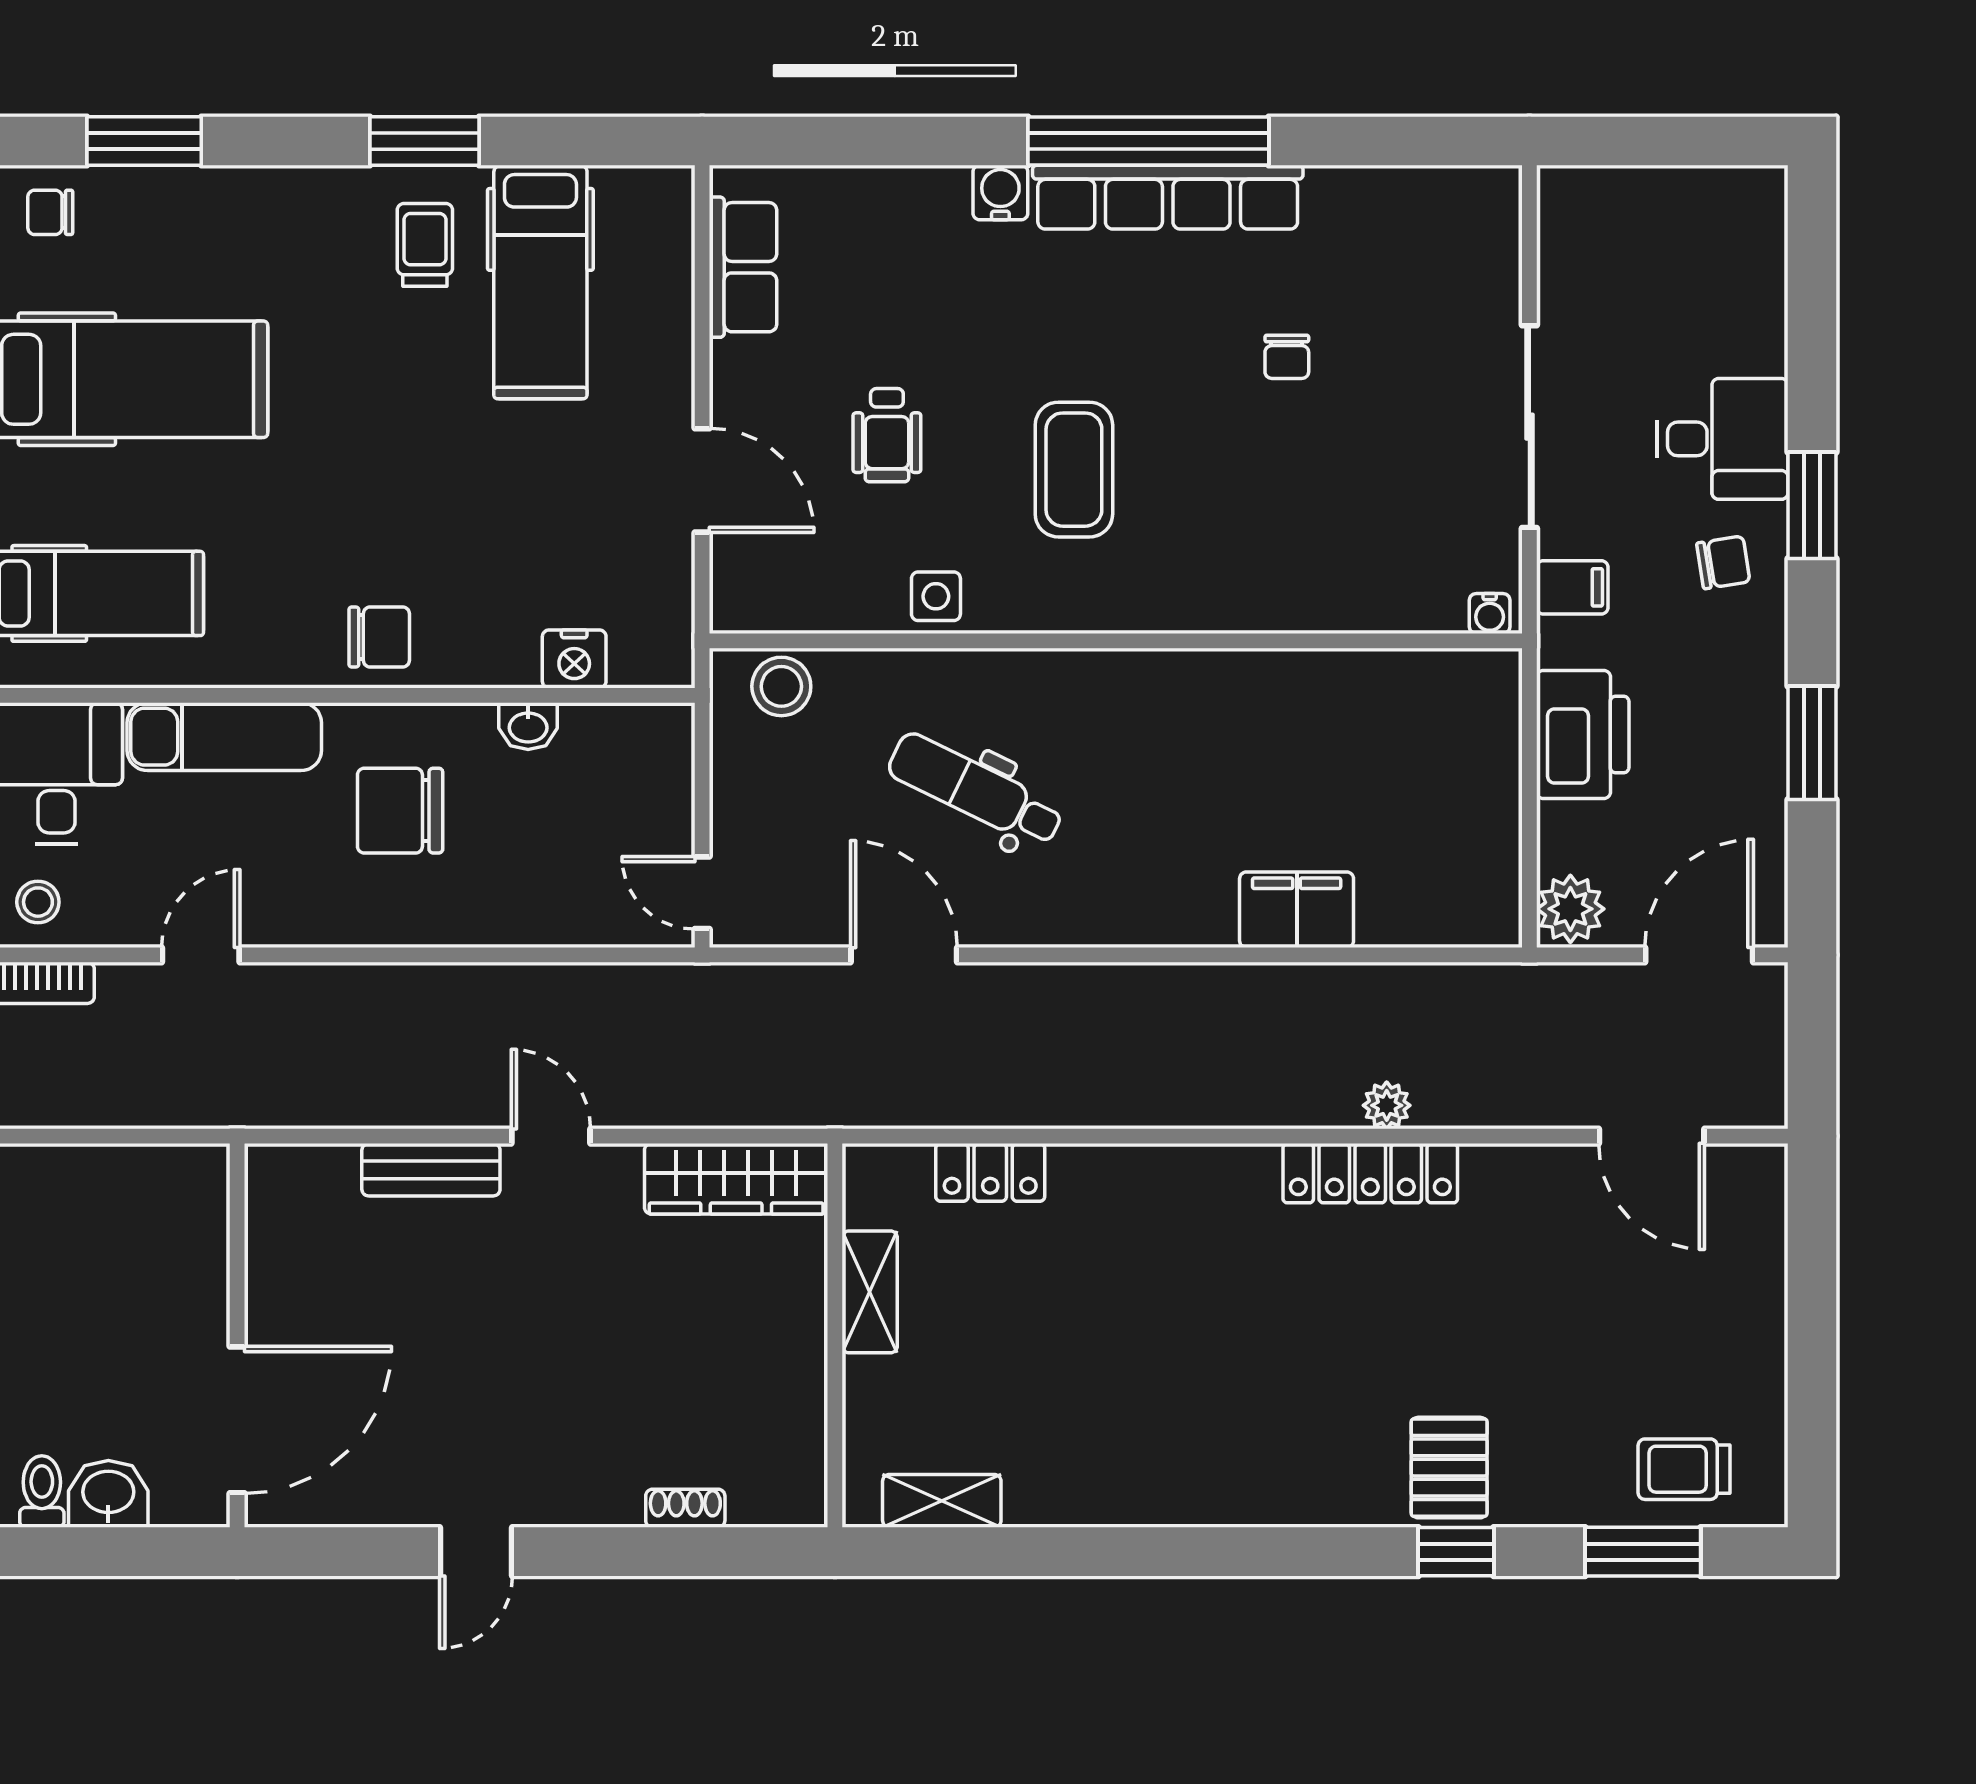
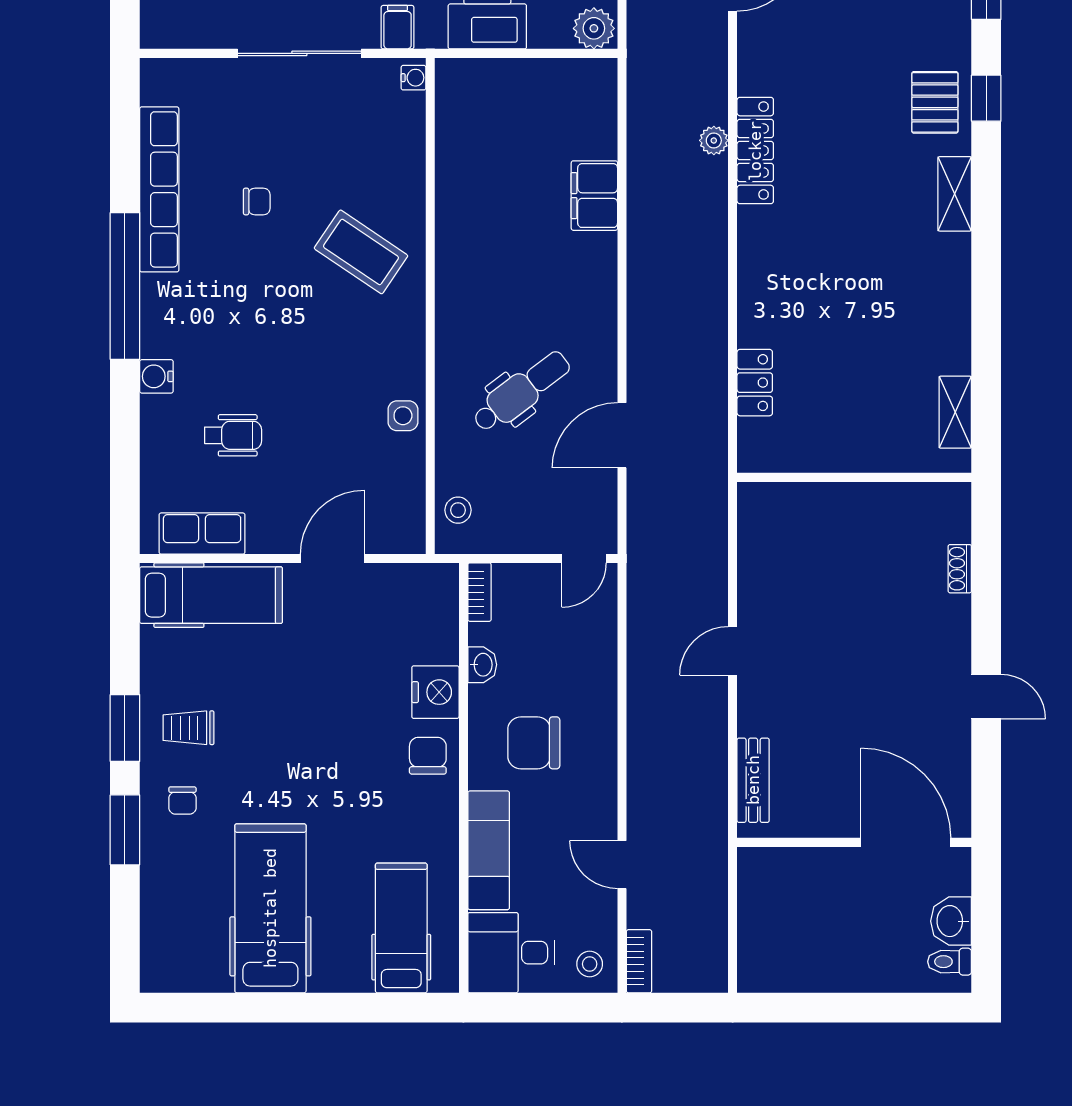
window: (144, 141) -> (125, 830), moved
row of seats: (1168, 197) -> (159, 189), moved
chair: (50, 212) -> (182, 801), moved
hospital bed: (540, 282) -> (211, 595), moved
wheelchair: (887, 435) -> (233, 435), moved
coffee table: (1074, 470) -> (361, 252), moved, turned 34
nightstand: (574, 659) -> (435, 692), moved, width x1.36, depth x1.33
stool: (781, 686) -> (458, 510), width x0.73, depth x0.73
bookcase: (647, 722) -> (480, 592), added
dental chair: (976, 790) -> (521, 392), turned -153
chair: (400, 811) -> (534, 743), turned 90
bench: (431, 1170) -> (753, 780), moved
wardrobe: (736, 1179) -> (759, 538), removed
shelving: (870, 1292) -> (955, 194), moved, turned 90
pallet: (1449, 1468) -> (935, 102), turned 90

